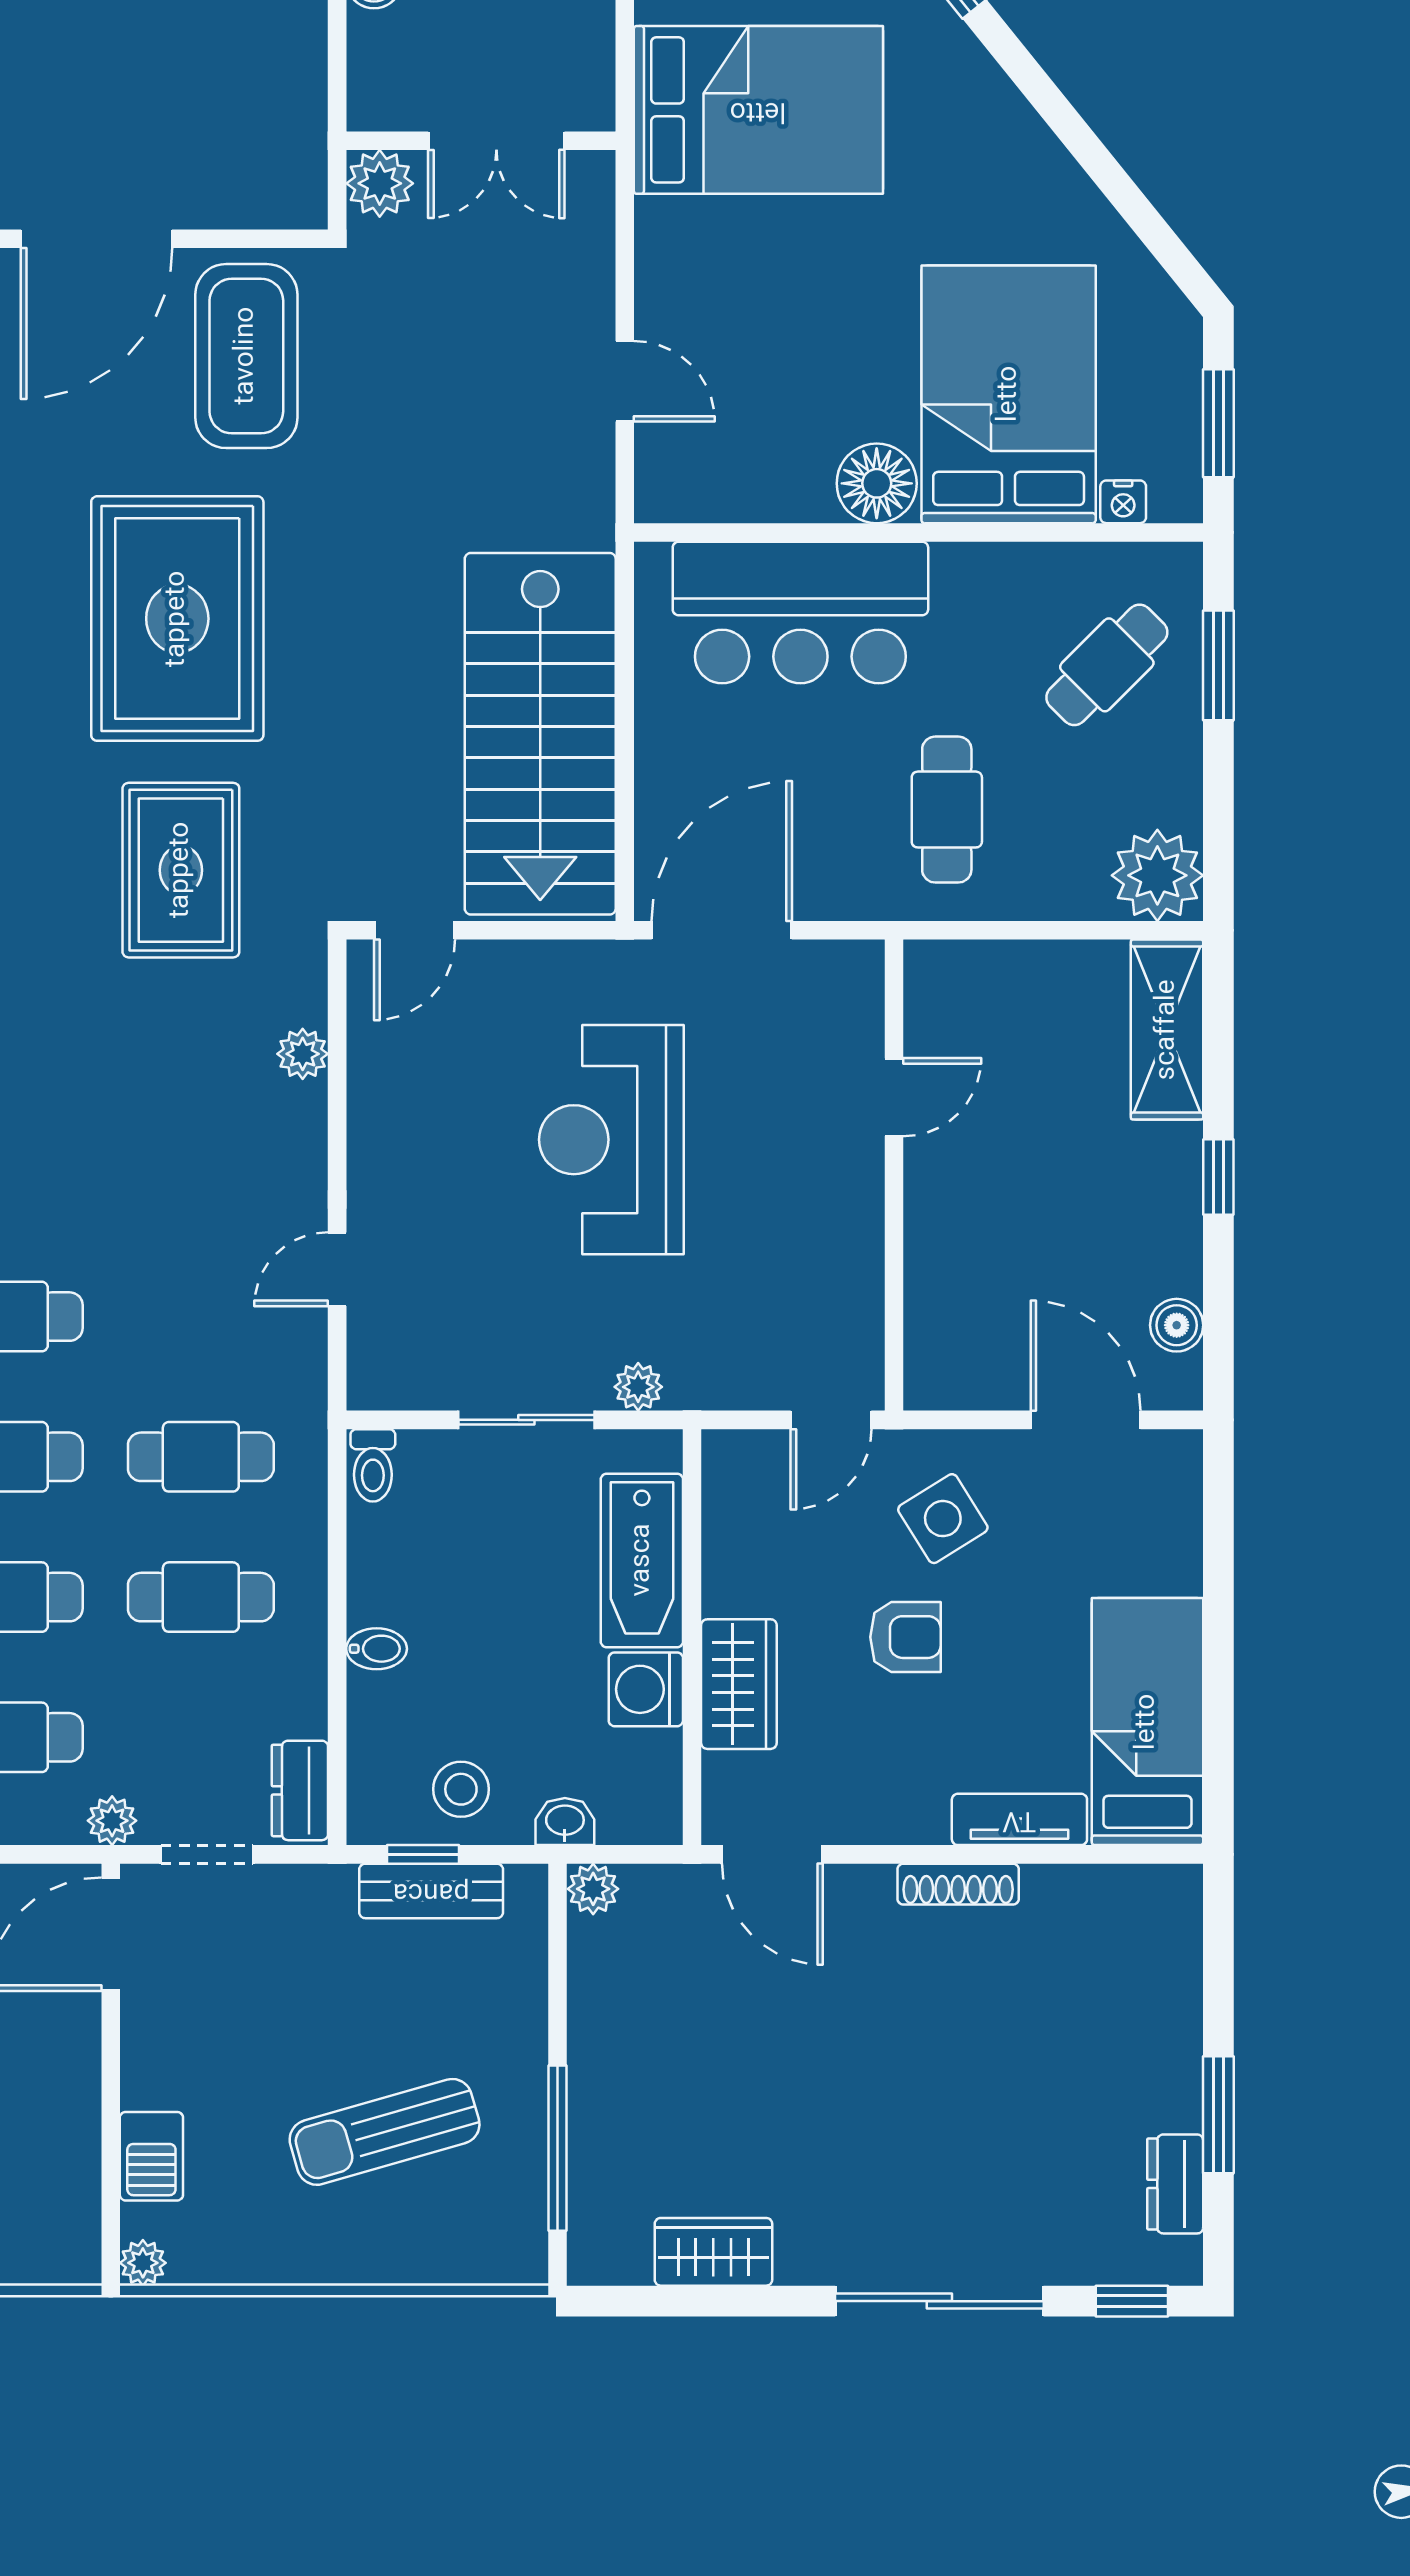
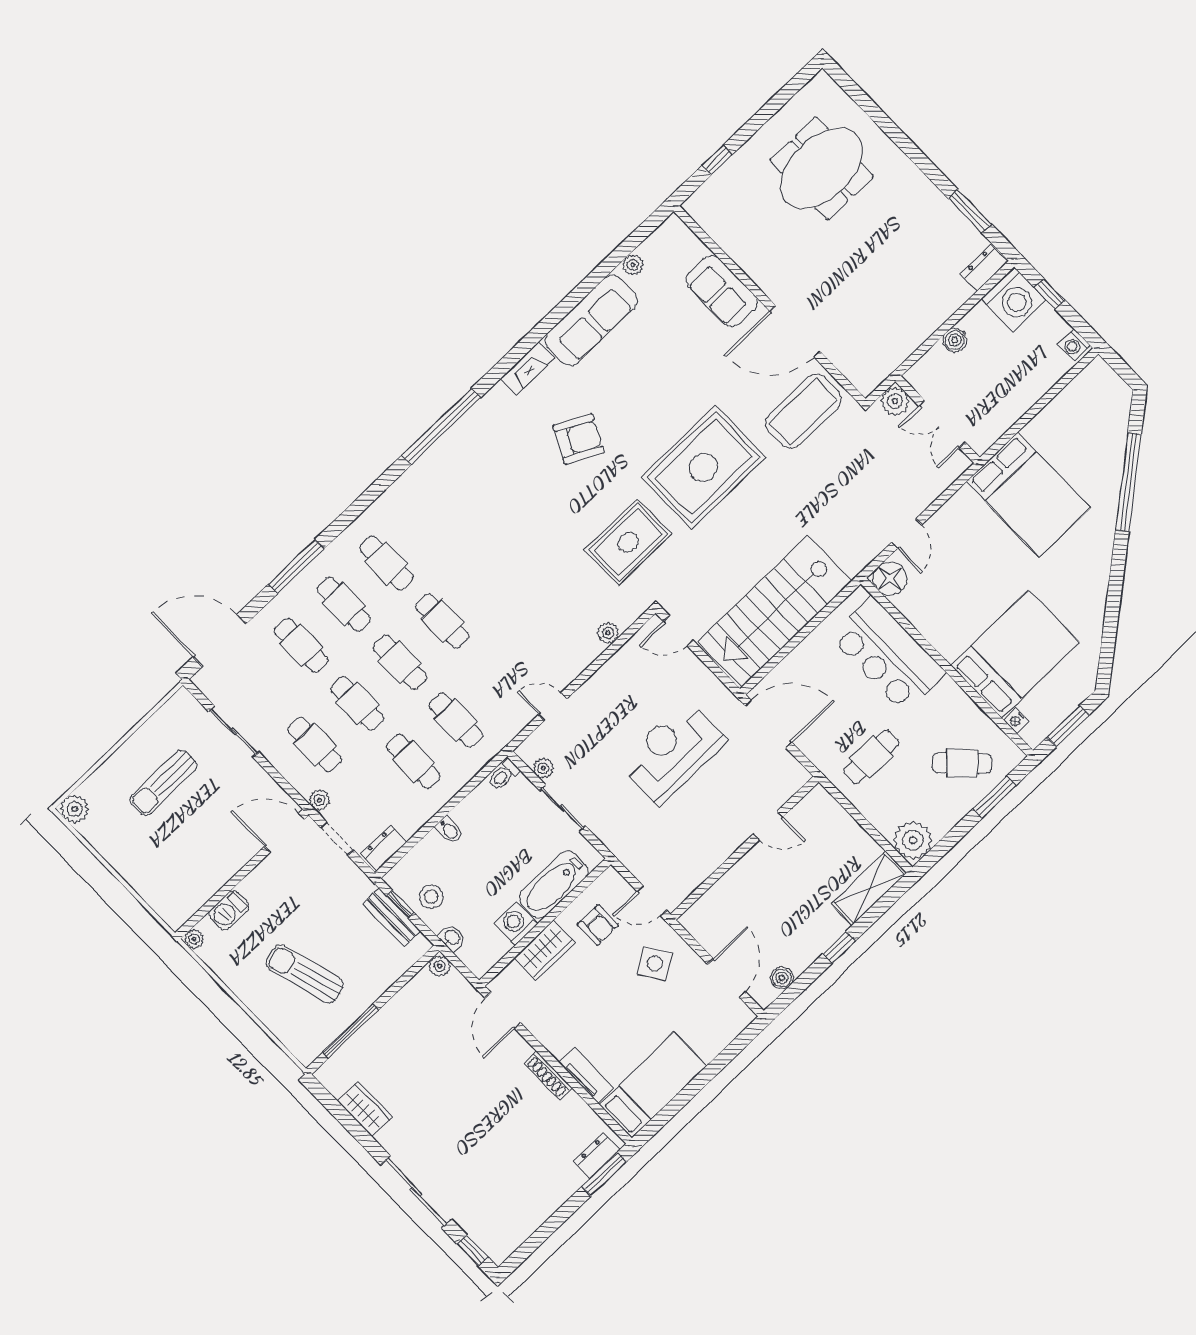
floor lamp: (877, 483) -> (890, 578), moved
plant: (638, 1387) -> (543, 768), moved
armchair: (905, 1637) -> (598, 925), moved
window: (1218, 2115) -> (604, 1174), moved
dresser: (1175, 2184) -> (597, 1156), moved

